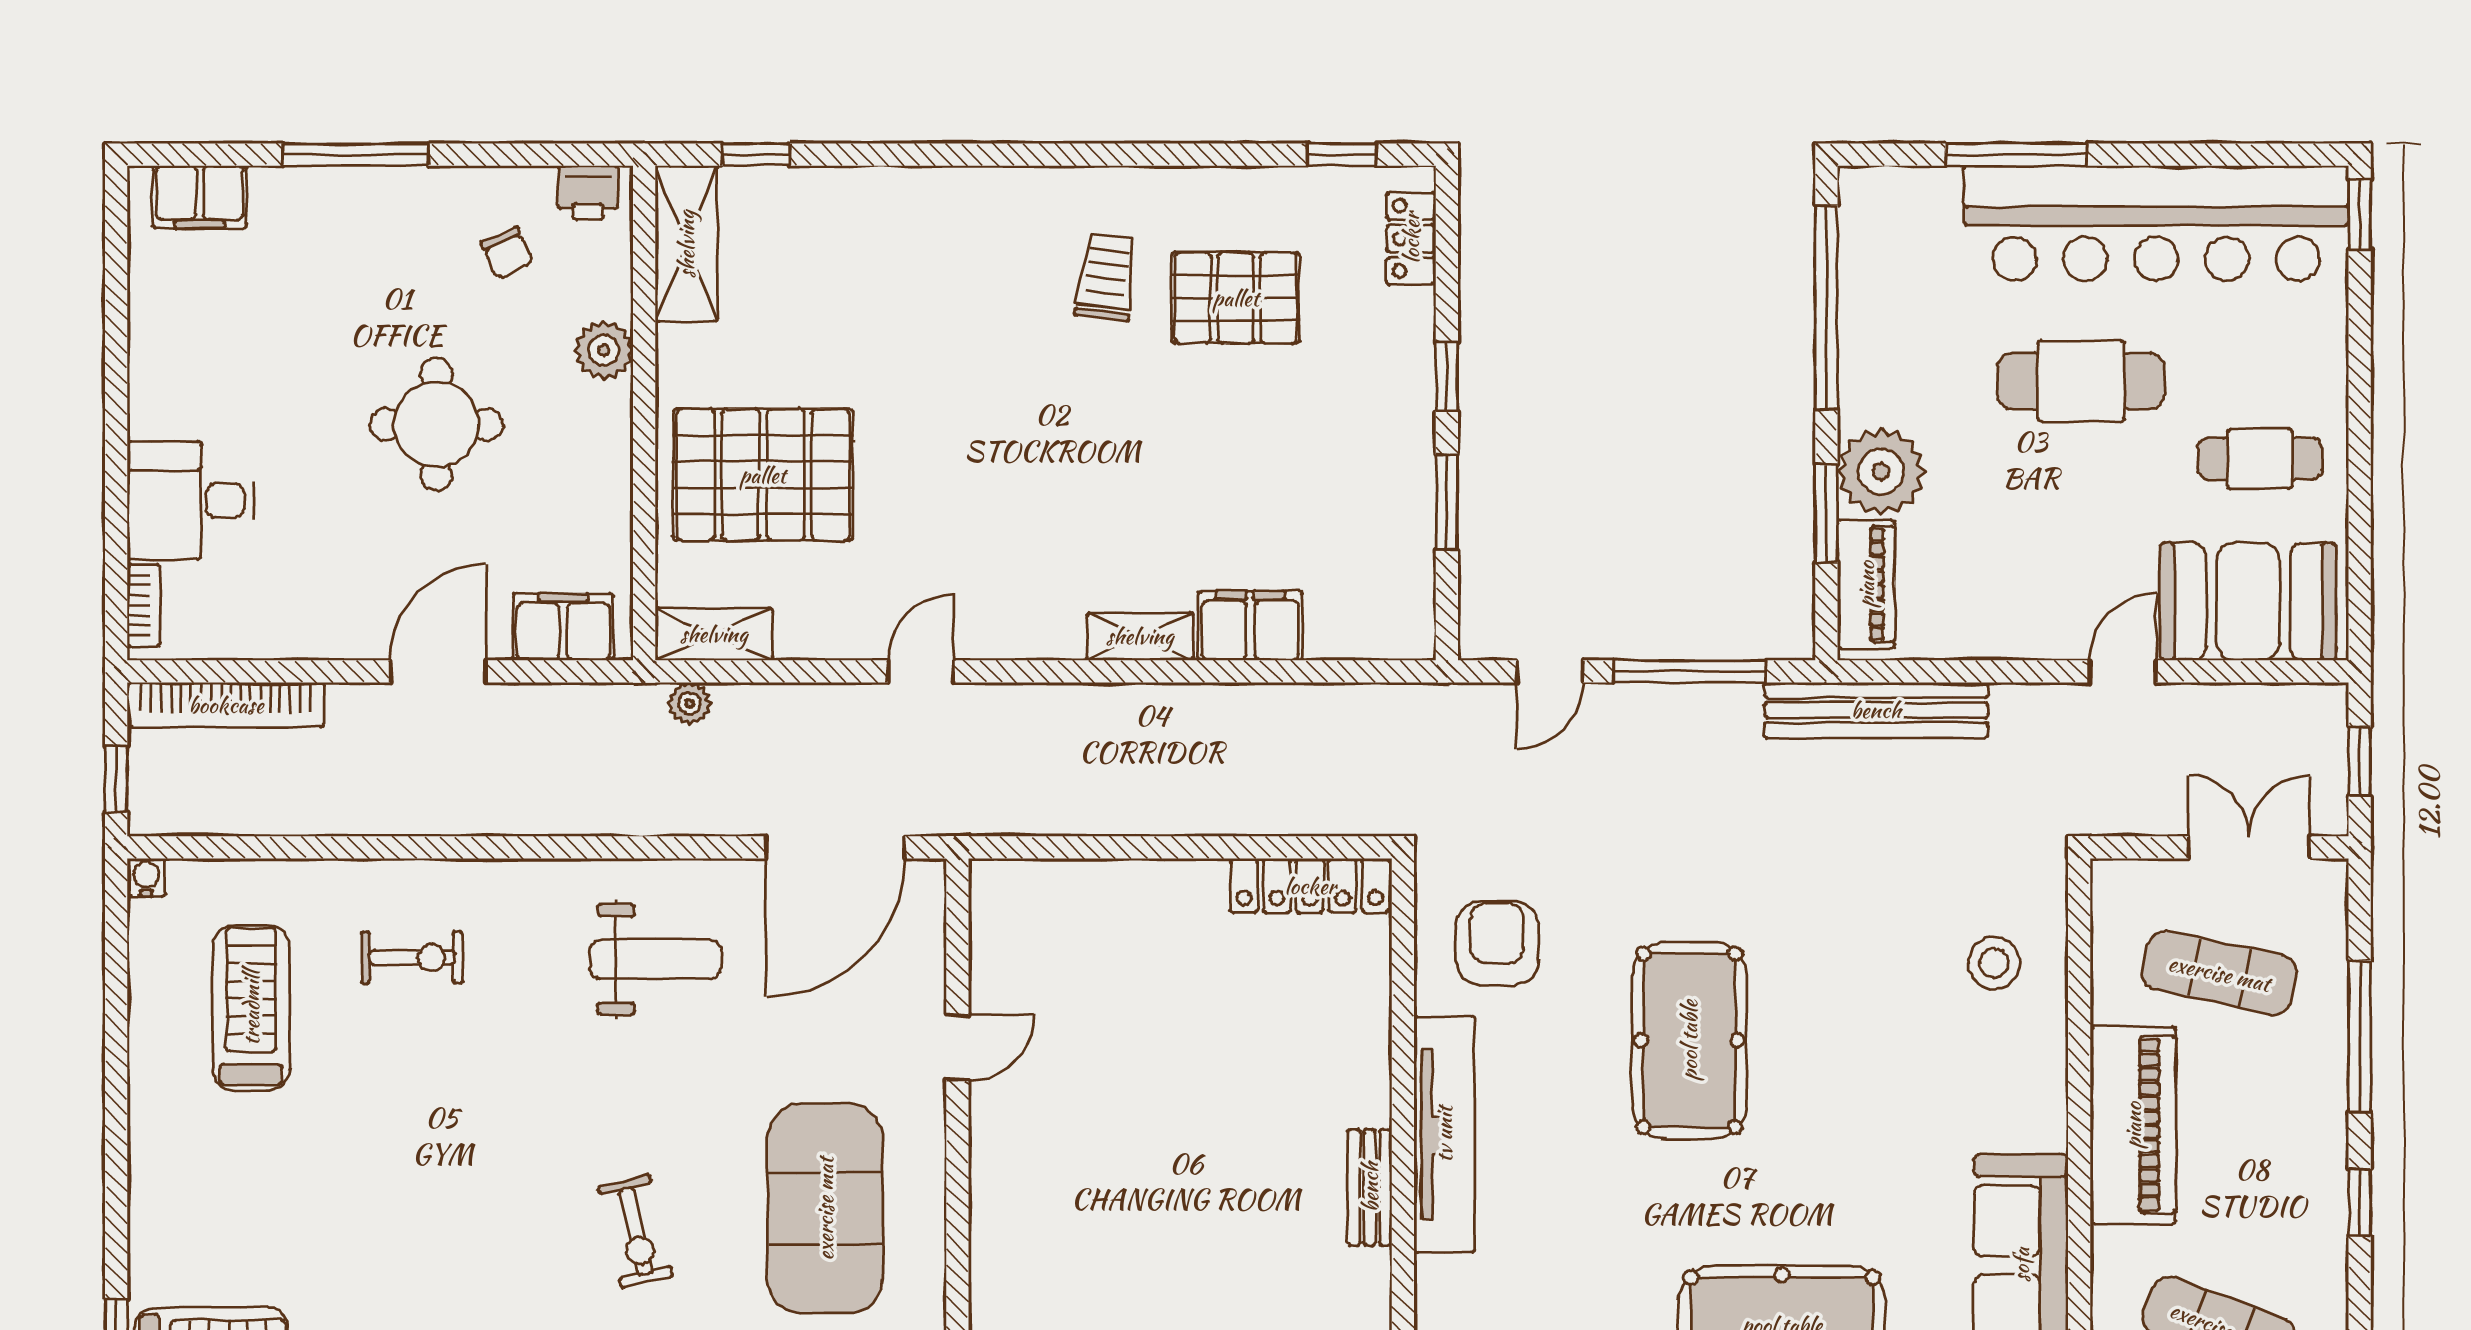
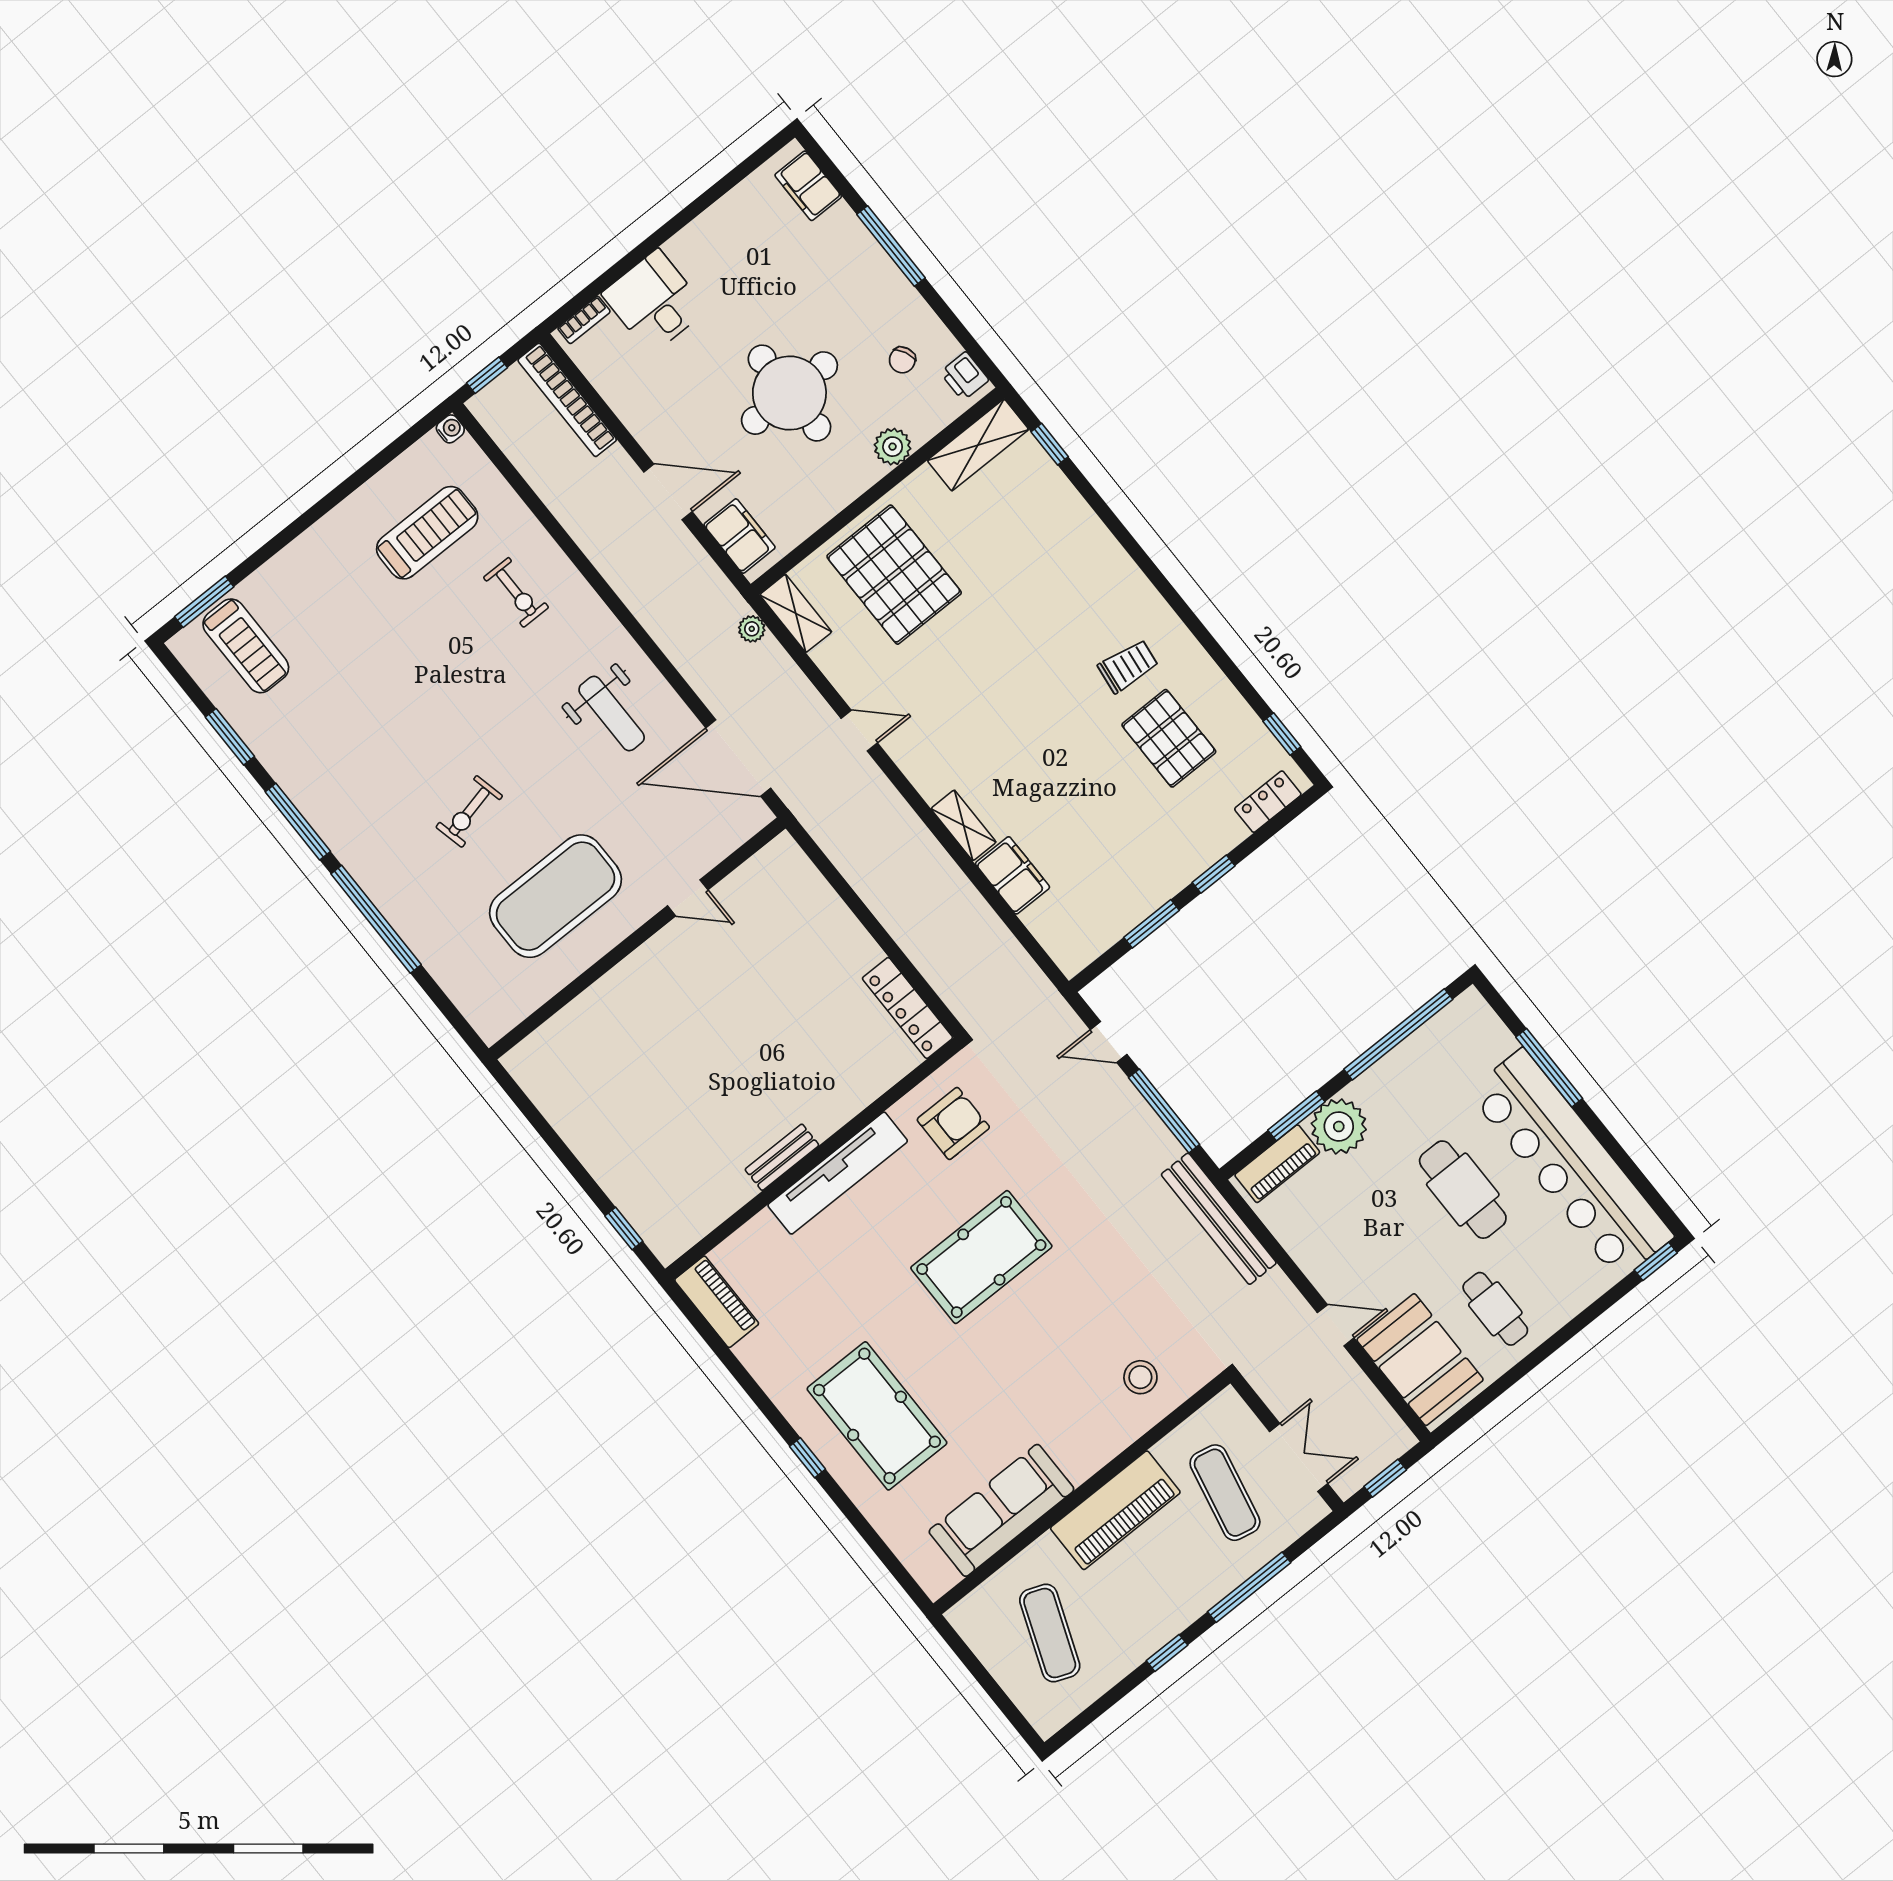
round table: (436, 424) -> (789, 393), width x1.36, depth x1.36

